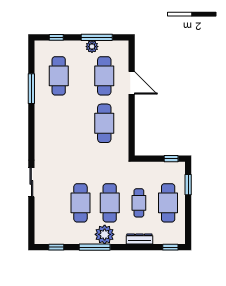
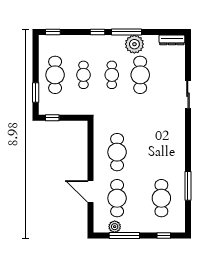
plant: (92, 47) -> (115, 227), moved
cafe table: (110, 203) -> (112, 75), width x0.73, depth x0.74
plant: (105, 234) -> (134, 44), moved
dresser: (139, 239) -> (172, 40), moved
window: (56, 247) -> (98, 32), moved

